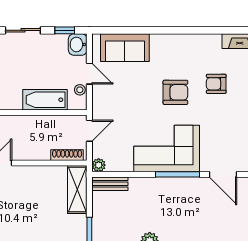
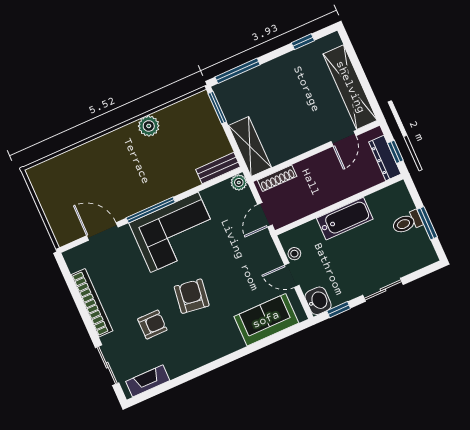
armchair: (175, 92) -> (192, 296), turned 98
bathtub: (45, 100) -> (345, 219), moved

